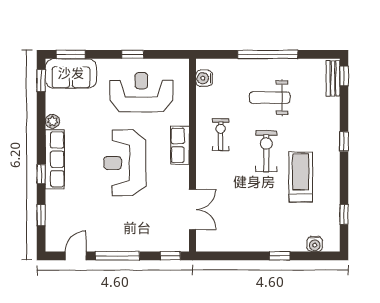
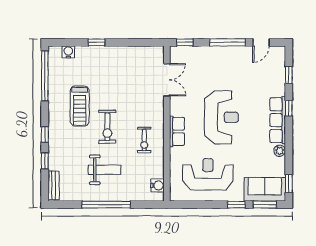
window: (133, 54) -> (236, 205), moved
window: (344, 76) -> (45, 161), moved
reception desk: (141, 92) -> (208, 174), turned 180
double door: (193, 209) -> (167, 80), swing flipped
window: (344, 214) -> (45, 76), width x3.17

